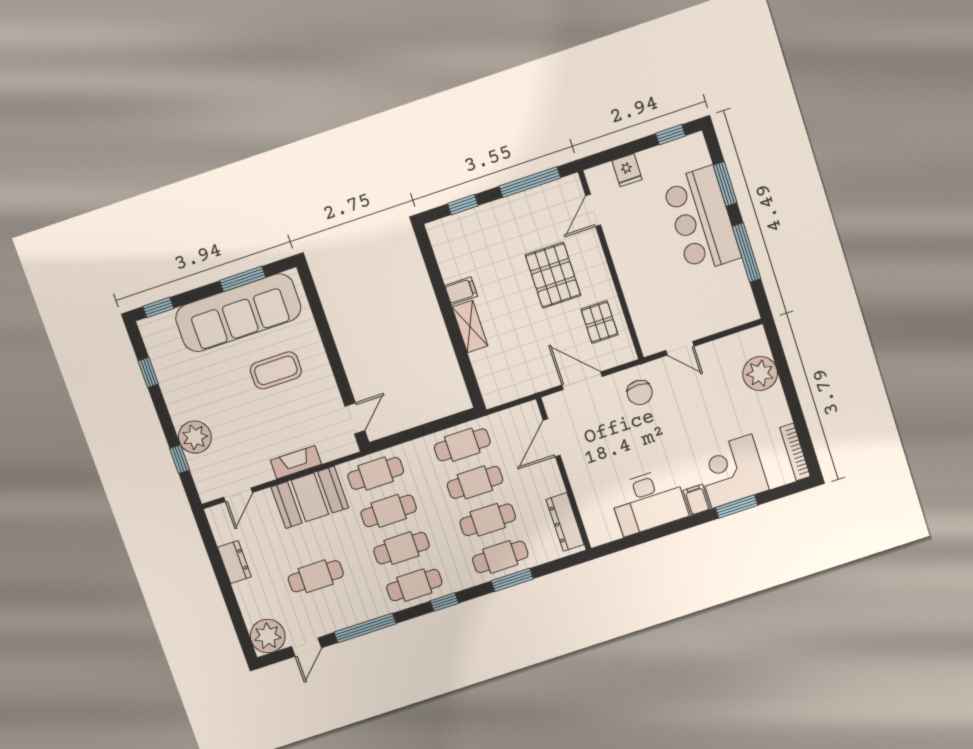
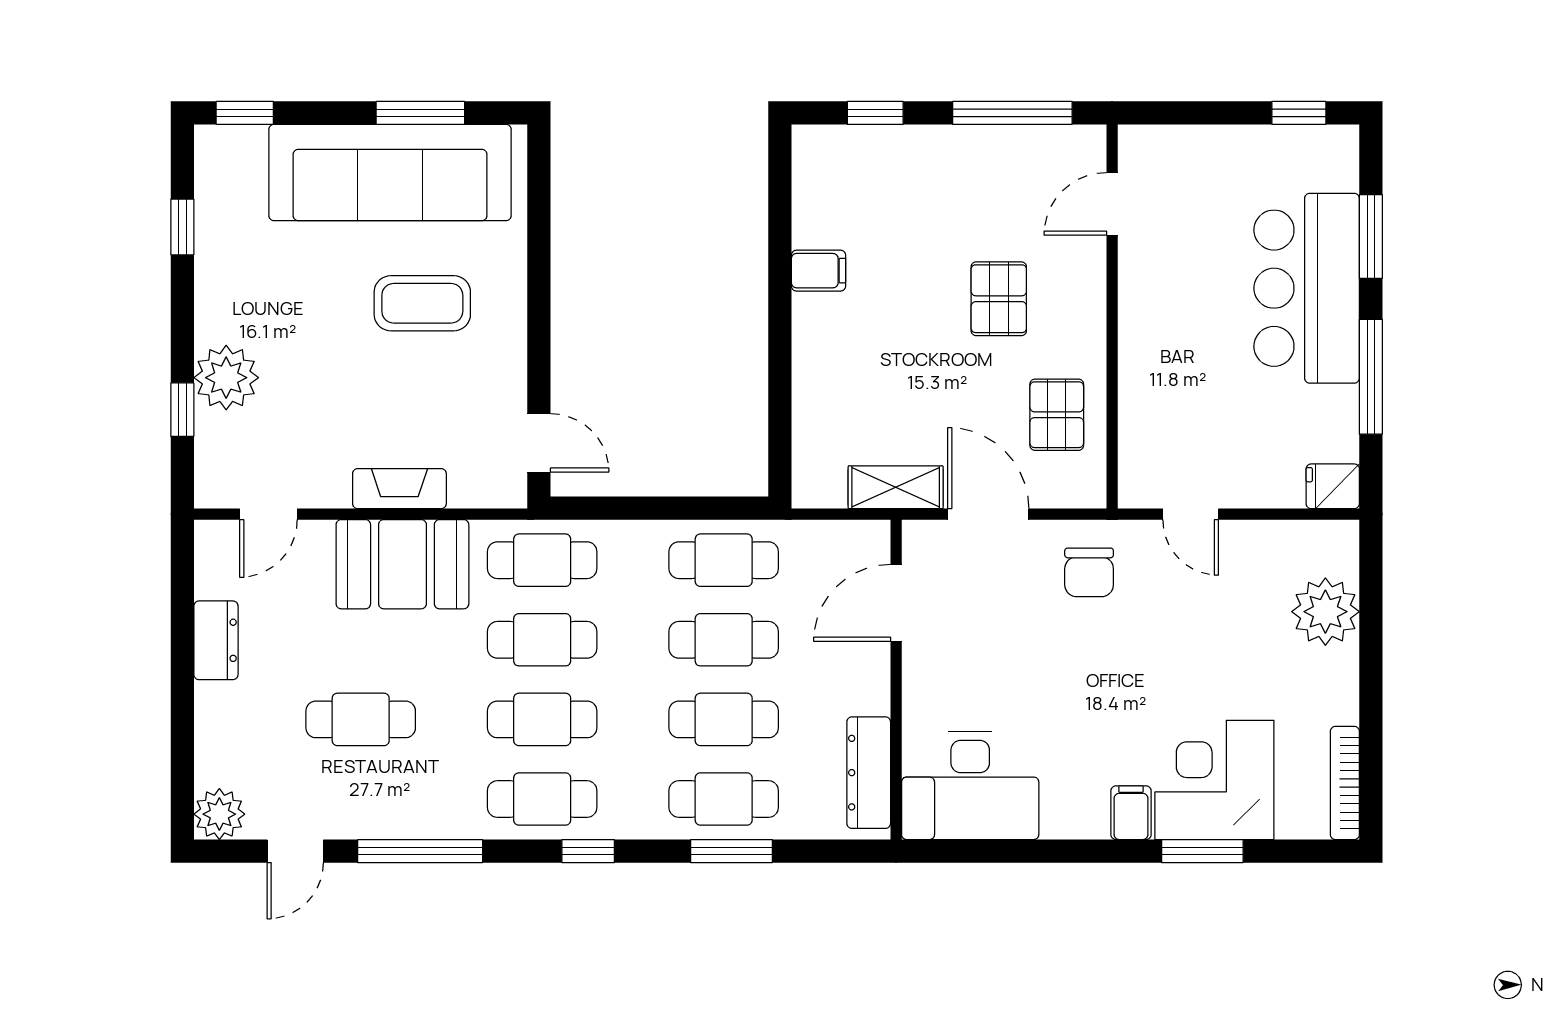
fridge: (627, 170) -> (1333, 486), moved, turned 90
pallet: (553, 275) -> (999, 299), width x0.67, depth x0.71
shelving: (470, 326) -> (896, 487), moved, turned 90
door: (355, 418) -> (539, 443), hinge flipped
desk: (648, 501) -> (970, 786), moved
plant: (268, 636) -> (219, 814), width x0.73, depth x0.73

